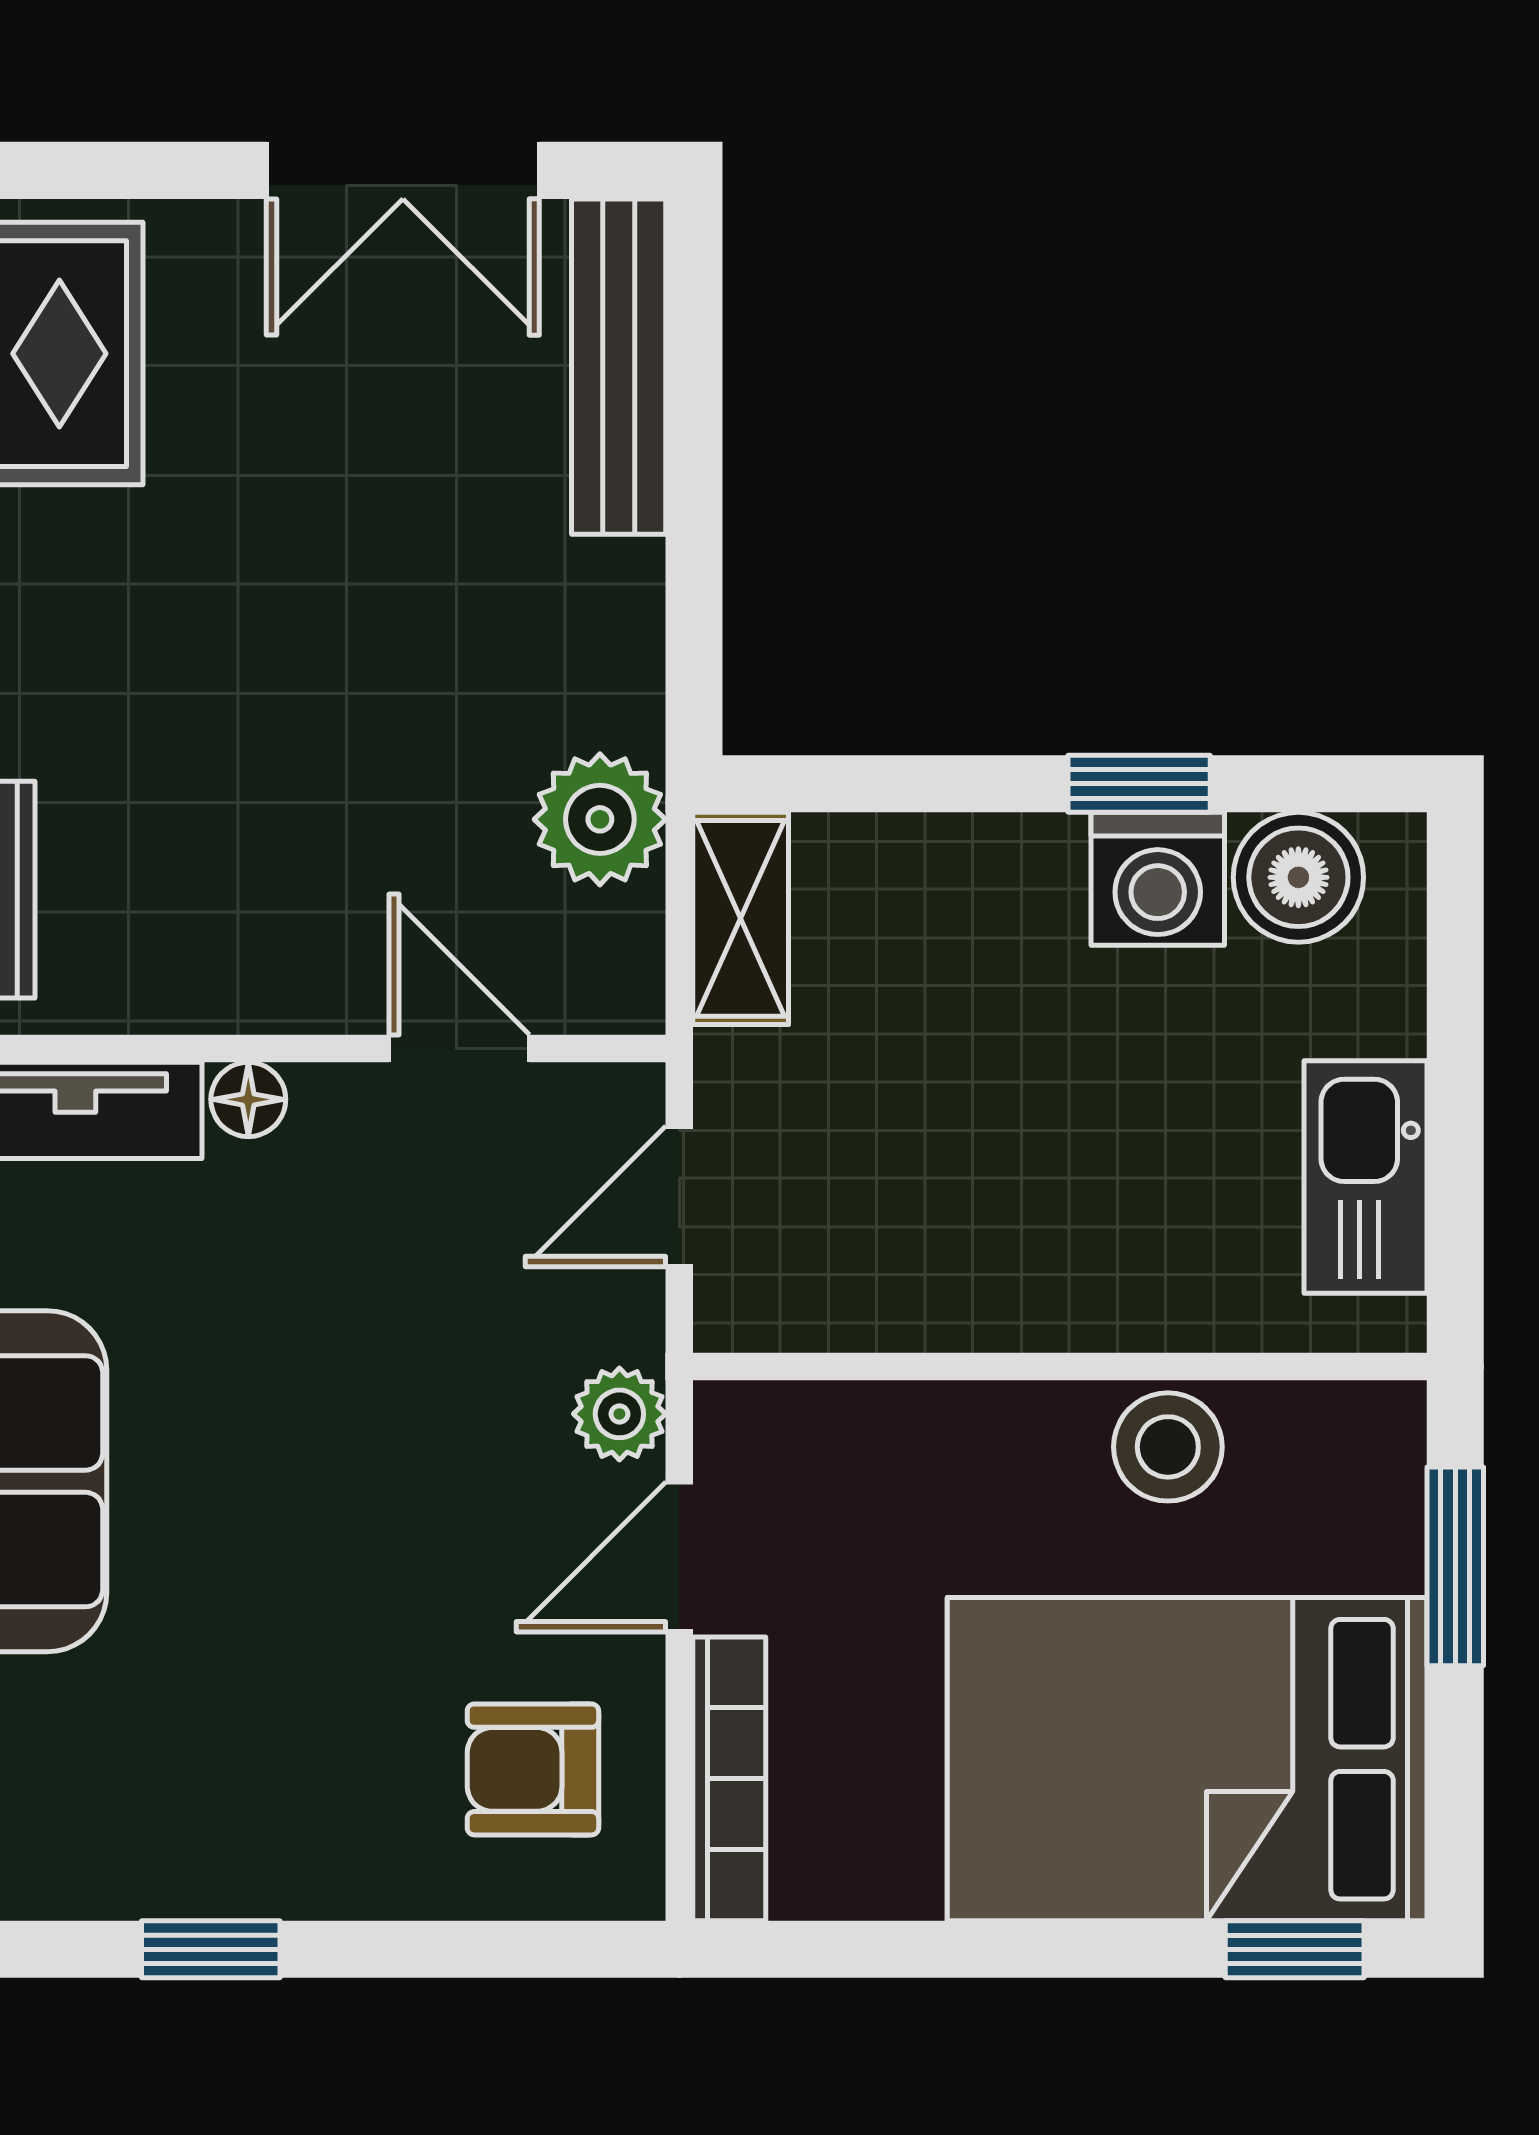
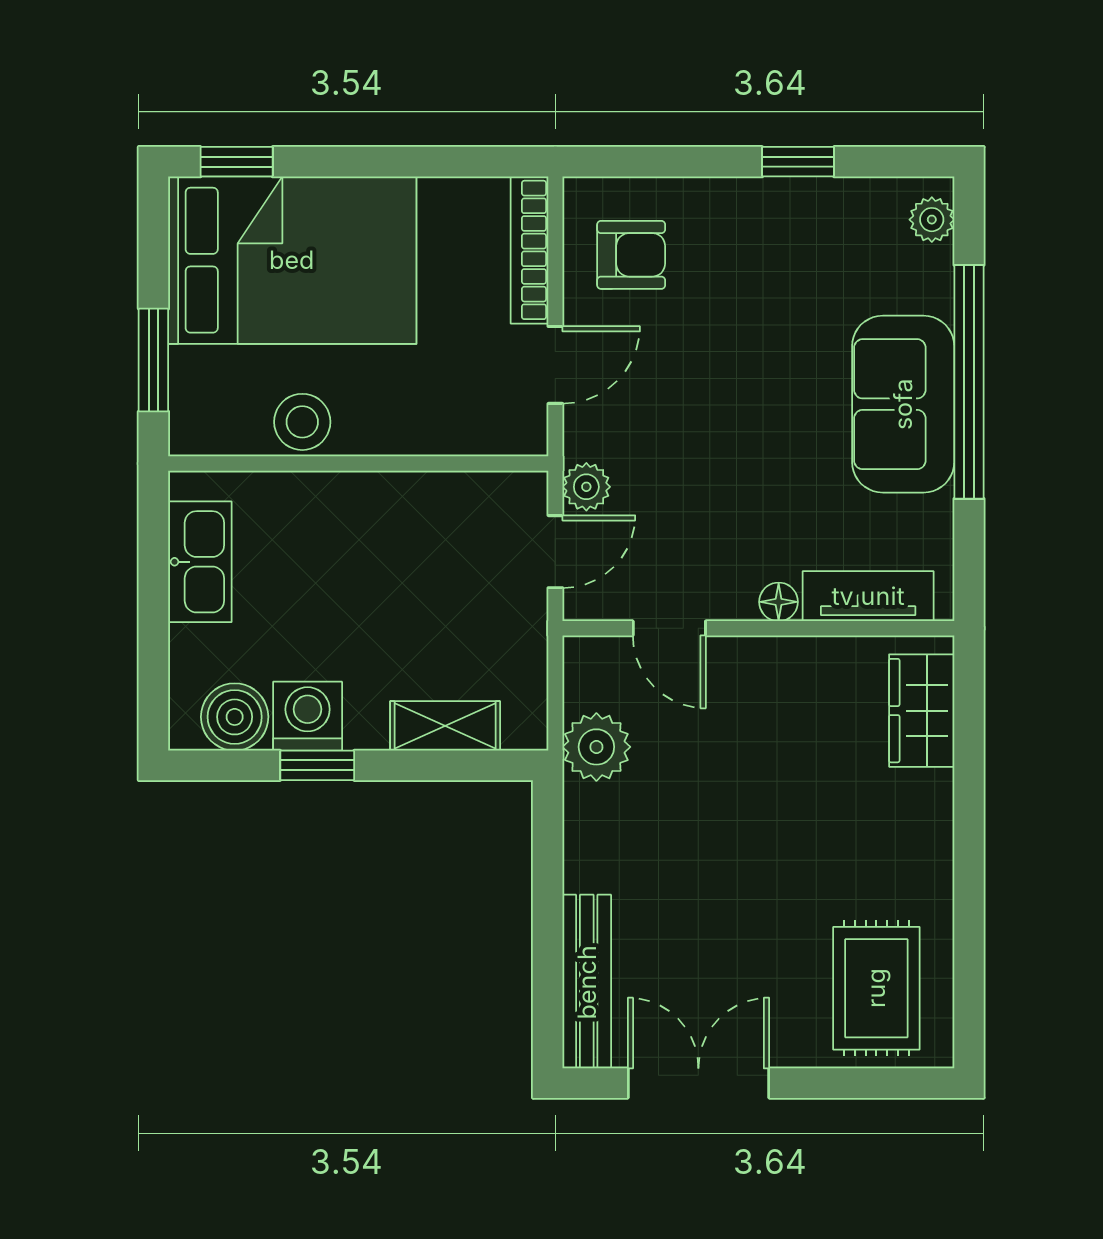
shelving: (741, 918) -> (445, 726), moved, turned 90
plant: (619, 1414) -> (586, 487), moved

